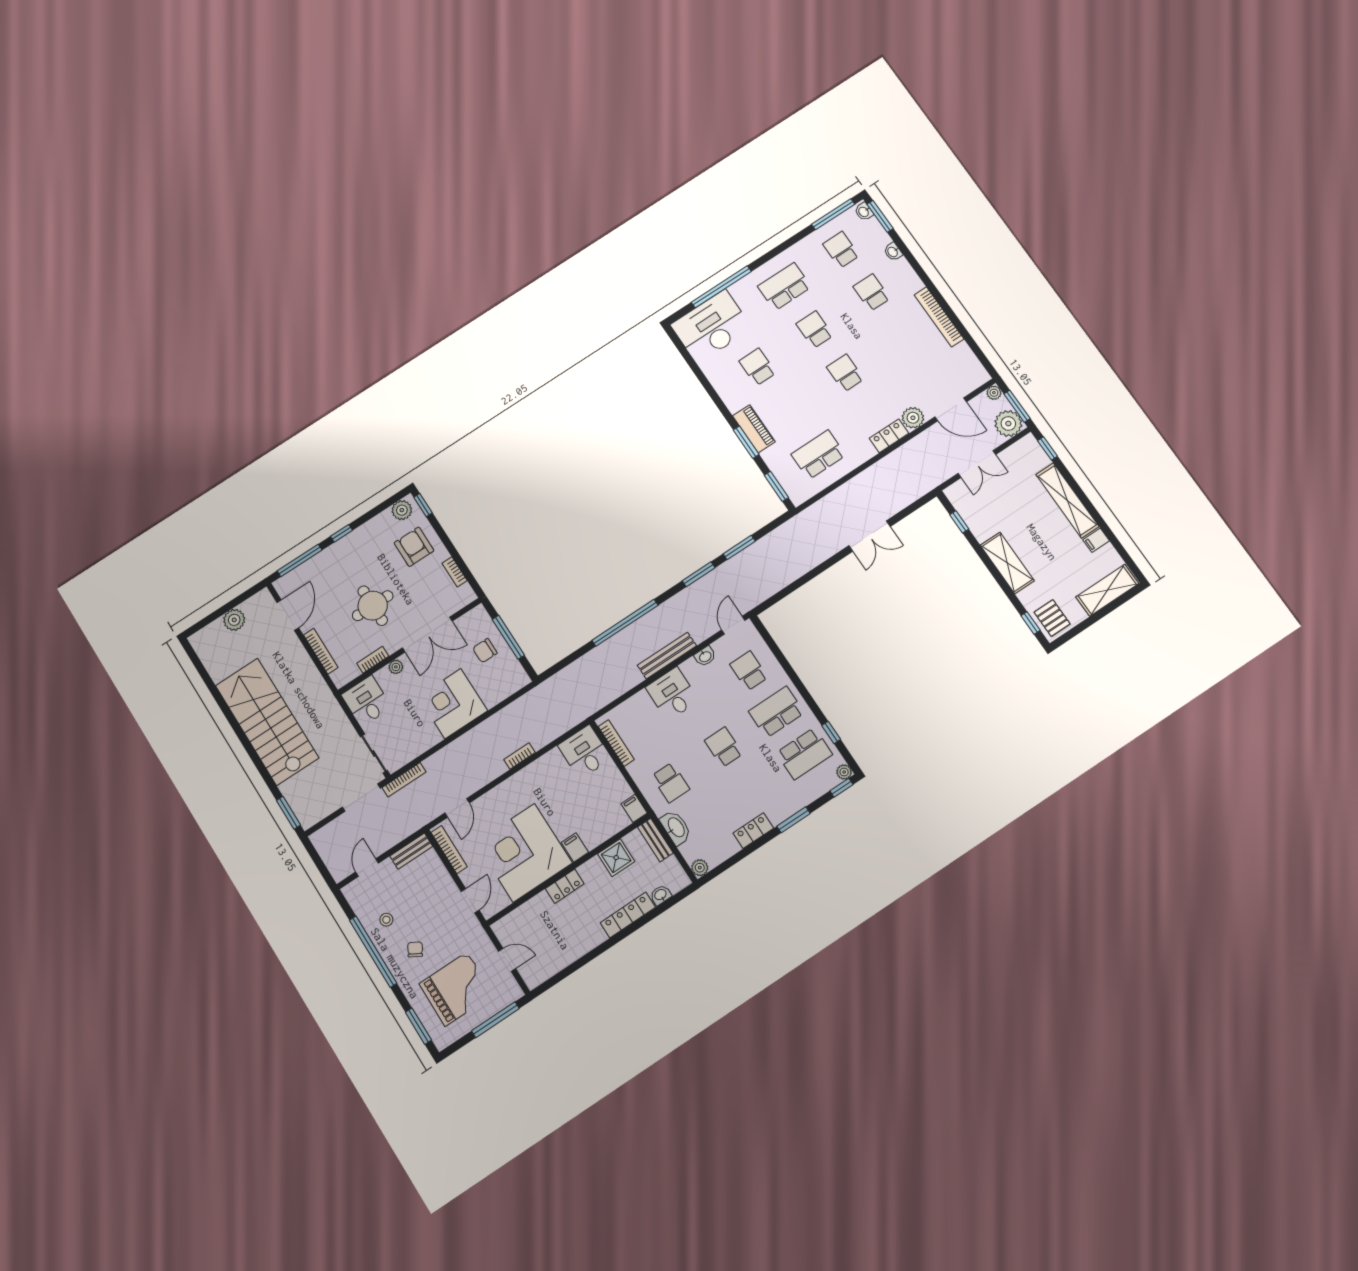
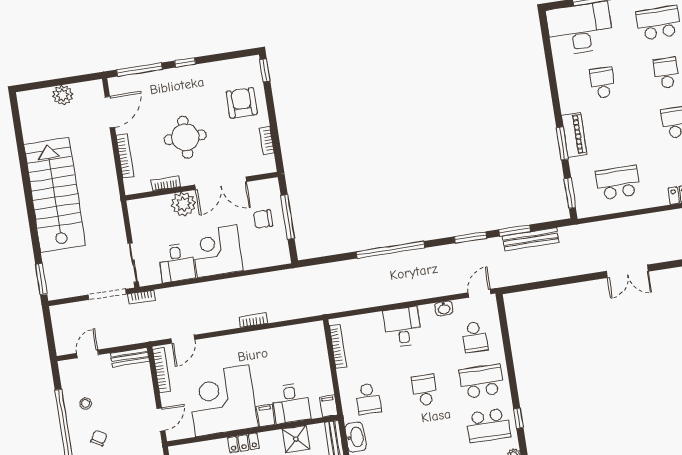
plant: (402, 510) -> (245, 66), removed
bench: (667, 656) -> (531, 239), moved
plant: (396, 667) -> (183, 204), width x1.87, depth x1.87
school desk: (749, 671) -> (475, 337), turned 180
desk: (366, 701) -> (177, 263), moved, turned 180
desk: (585, 752) -> (291, 403), moved, turned 180
bookcase: (404, 780) -> (142, 297), width x0.64

